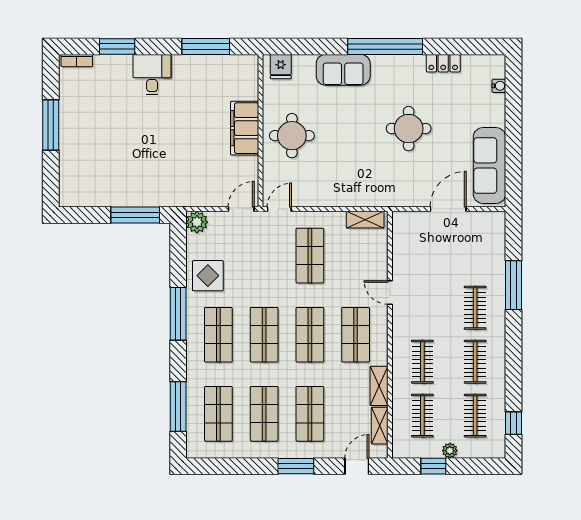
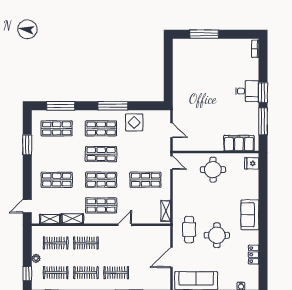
window: (117, 46) -> (263, 93), moved
window: (385, 46) -> (263, 222), removed
sofa: (343, 70) -> (250, 215), moved
window: (51, 125) -> (204, 34), moved
filing cabinet: (245, 128) -> (239, 143), moved
cafe table: (398, 178) -> (189, 230), added
door: (241, 209) -> (172, 130), moved
door: (448, 209) -> (172, 257), swing flipped
window: (135, 215) -> (168, 82), removed
plant: (197, 222) -> (164, 116), removed
shop shelf: (264, 414) -> (57, 154), removed
window: (296, 466) -> (27, 145), moved
door: (357, 466) -> (27, 206), swing flipped
window: (433, 466) -> (27, 273), moved

